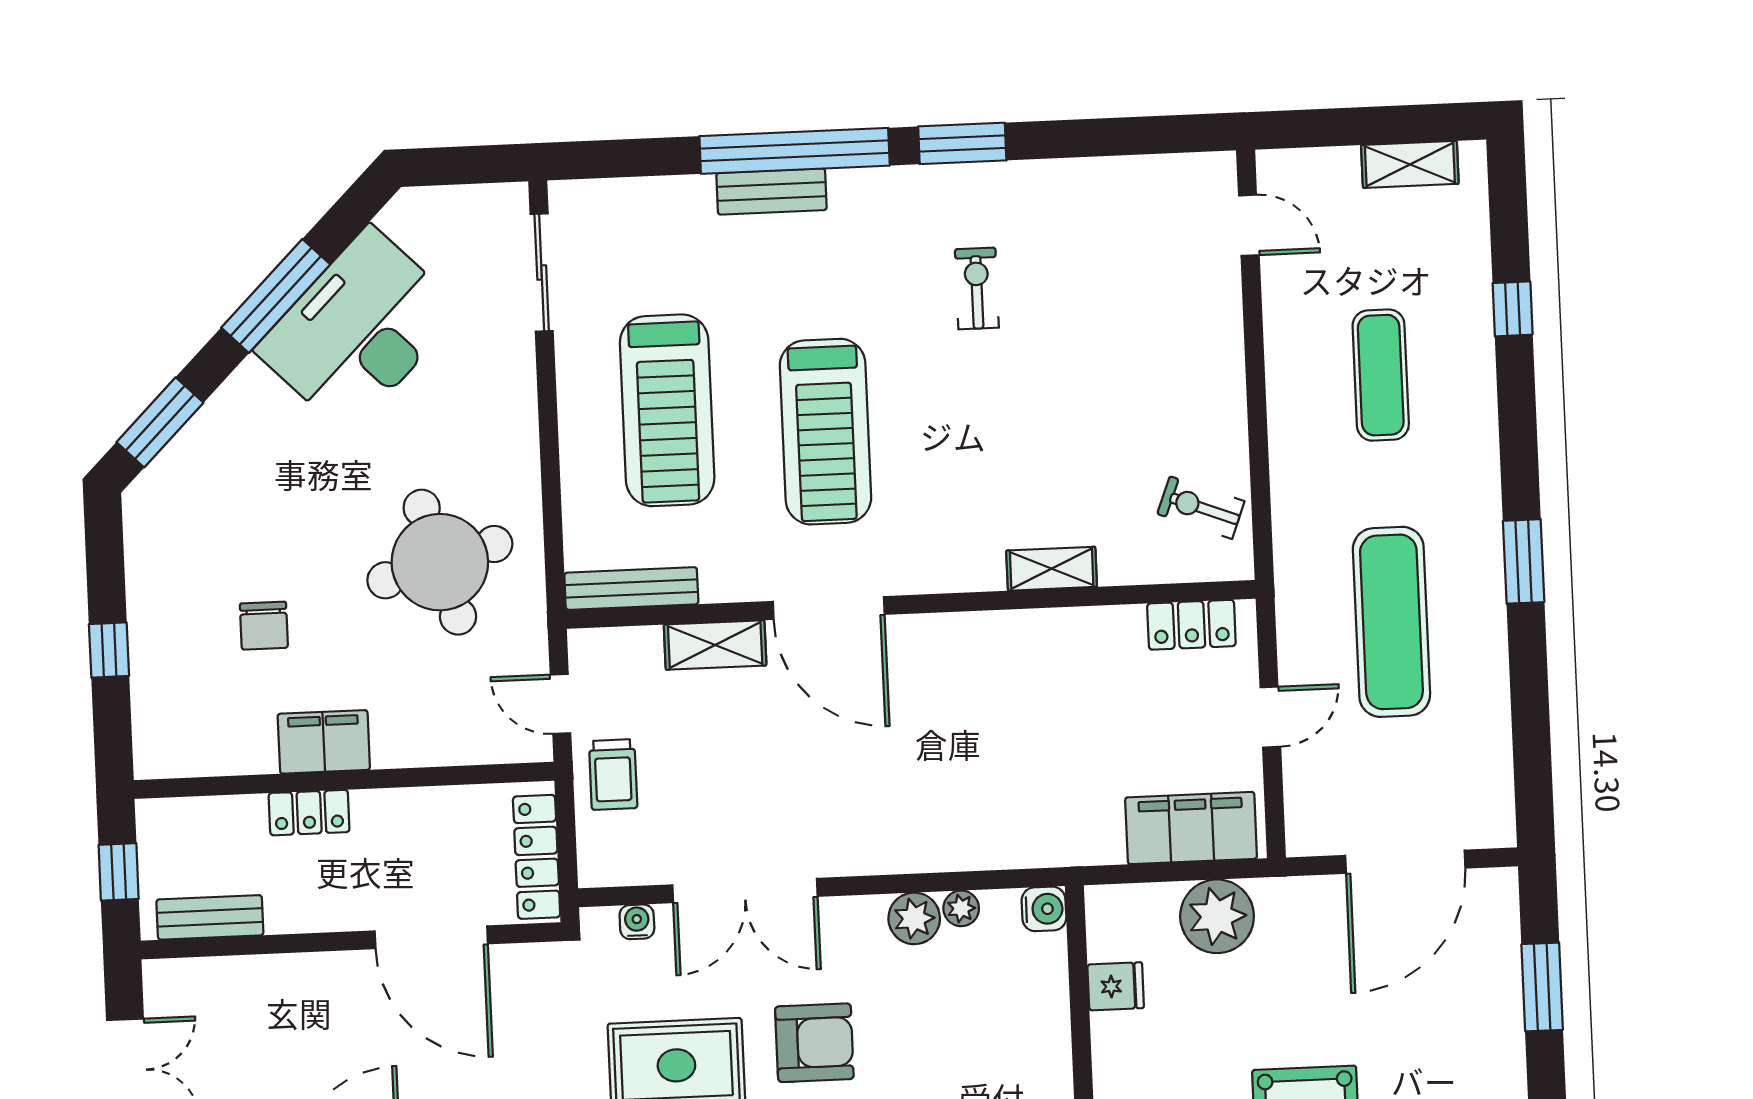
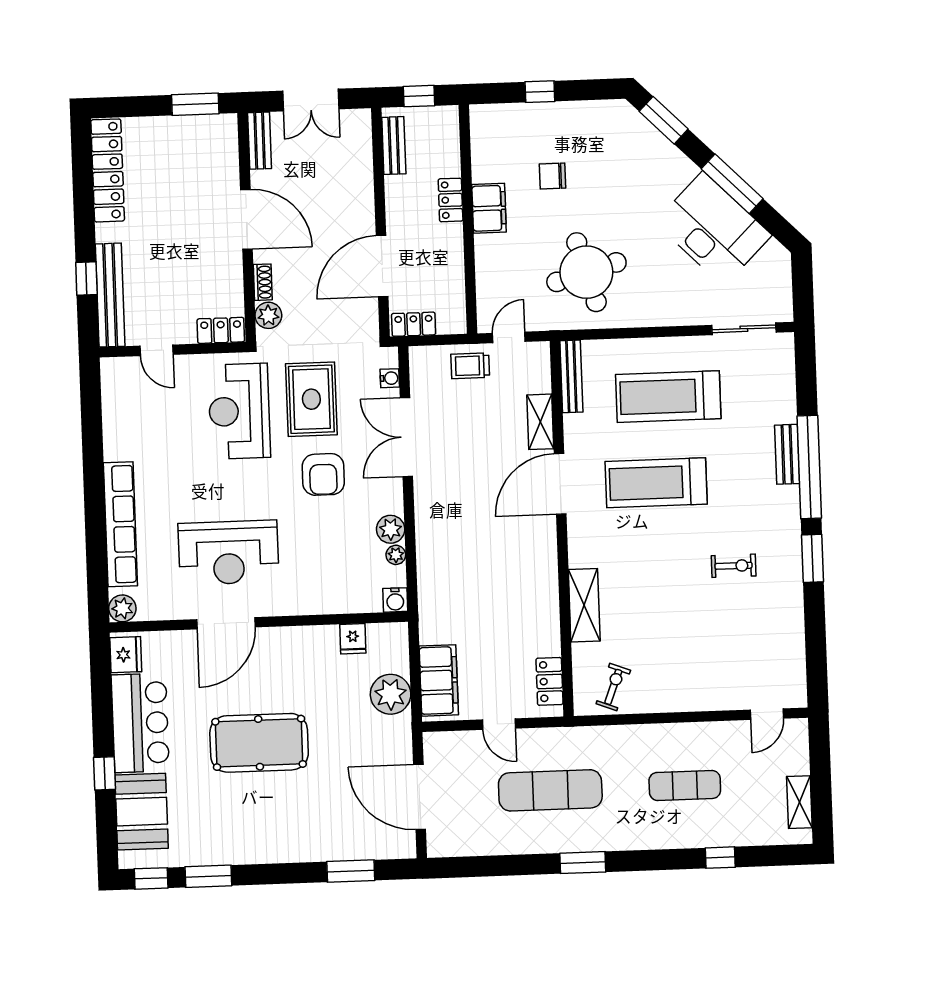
shelving: (1052, 569) -> (584, 605), width x1.50, depth x1.33
locker: (537, 857) -> (414, 324), width x0.66

